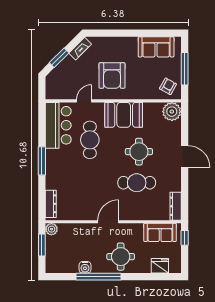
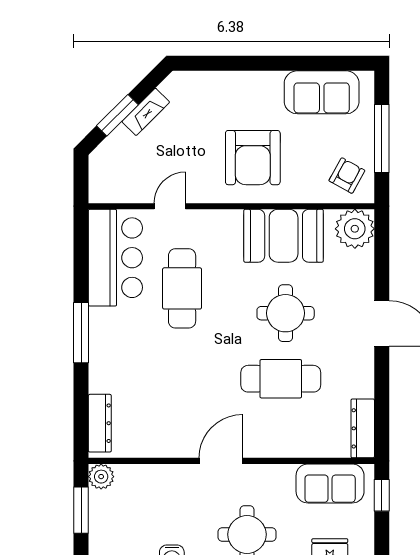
fireplace: (80, 49) -> (146, 112), moved
armchair: (112, 76) -> (253, 158), moved
booth: (124, 115) -> (284, 236), moved

